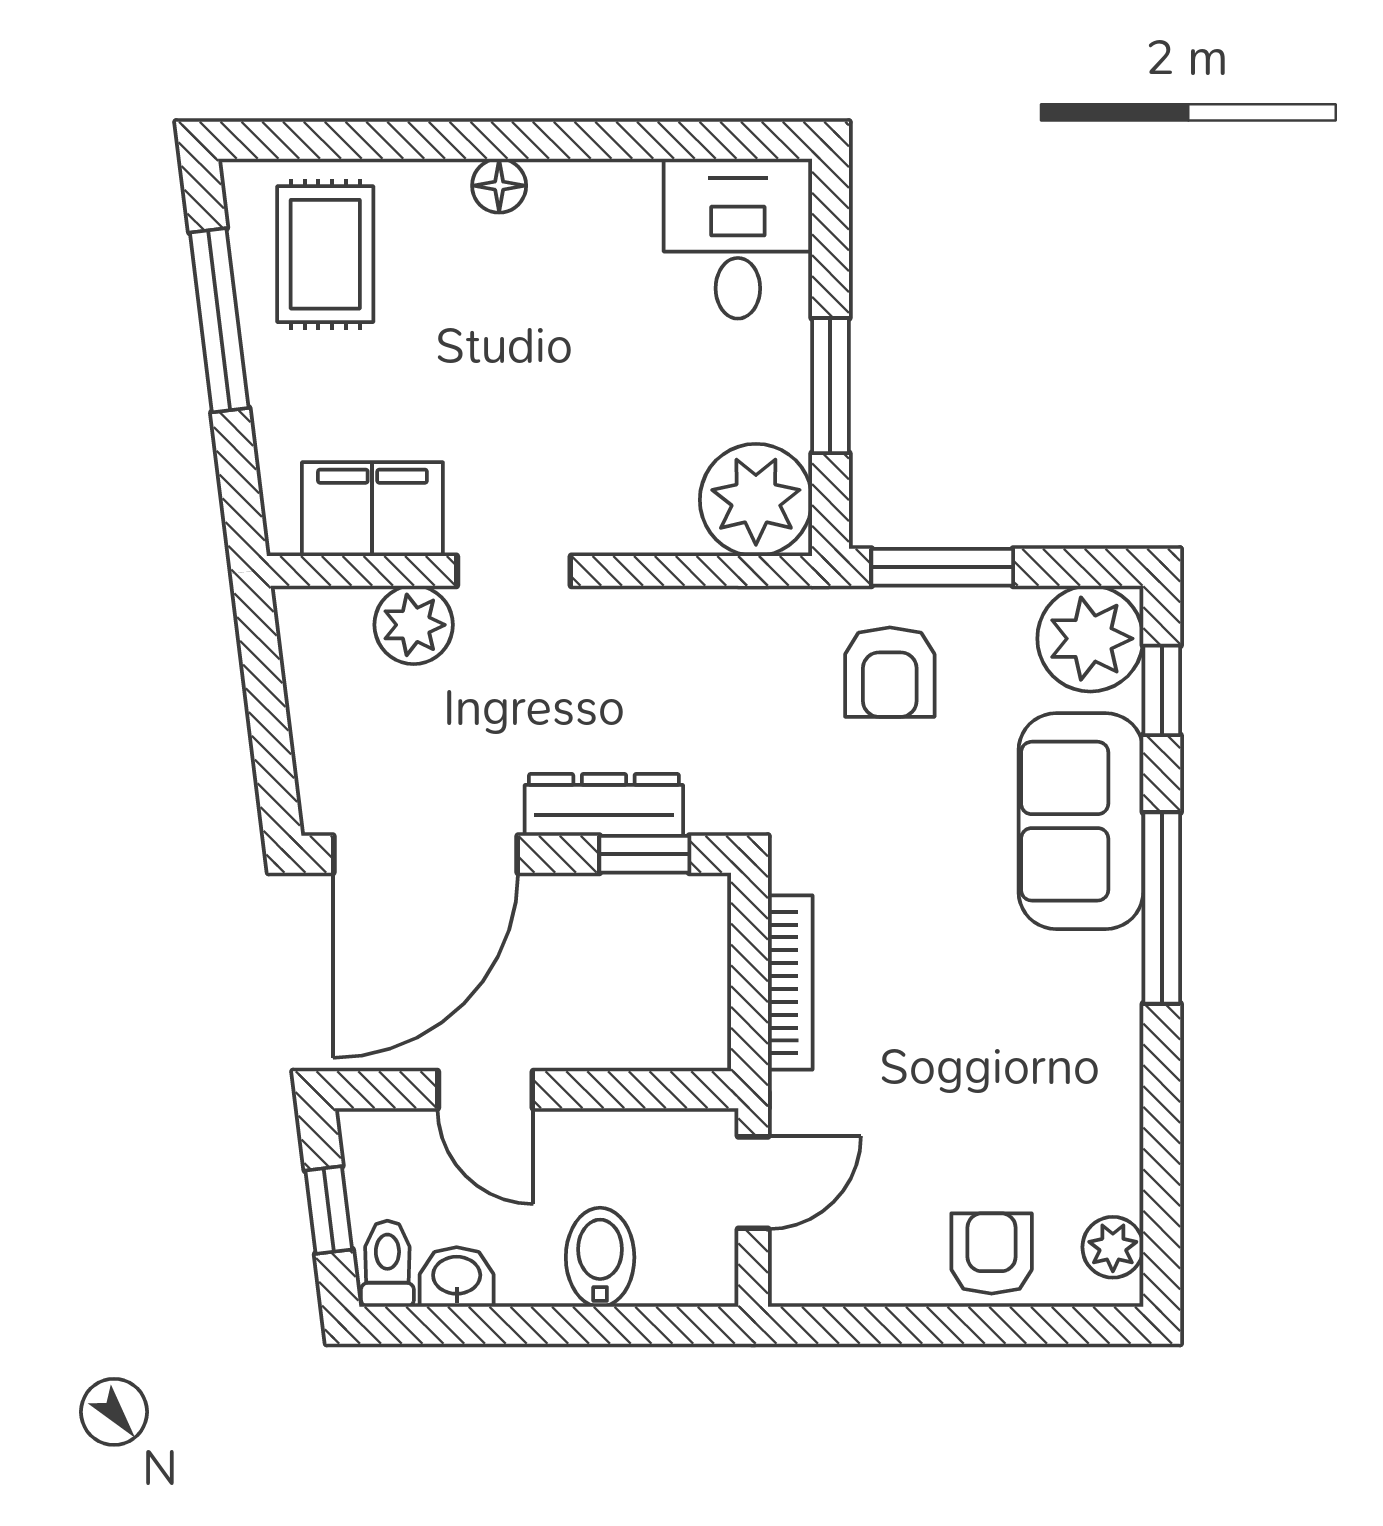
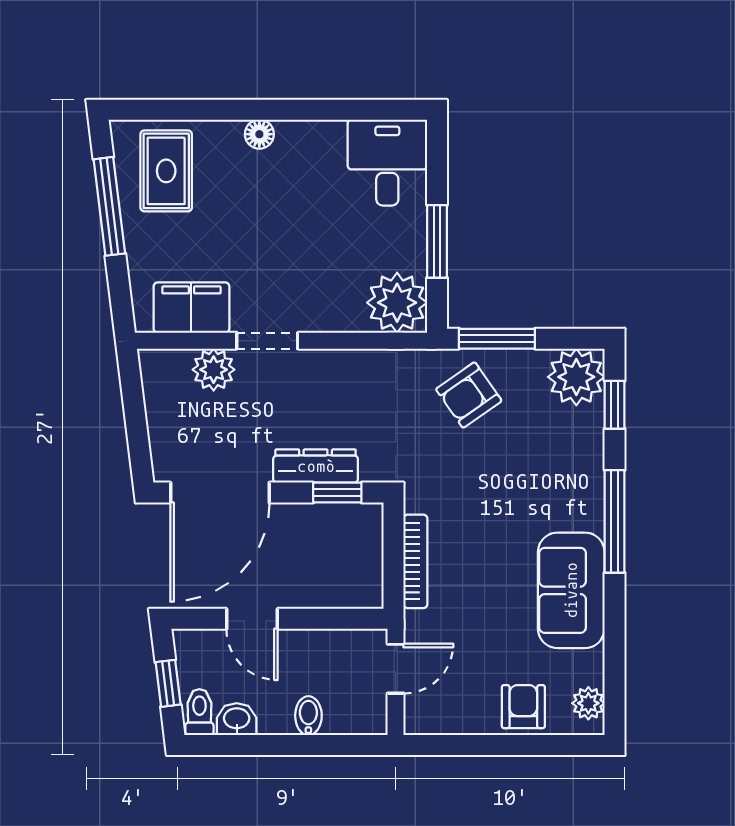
armchair: (890, 672) -> (469, 395), turned 55
sofa: (1081, 821) -> (571, 590), moved
bidet: (600, 1257) -> (308, 716), width x0.72, depth x0.74

